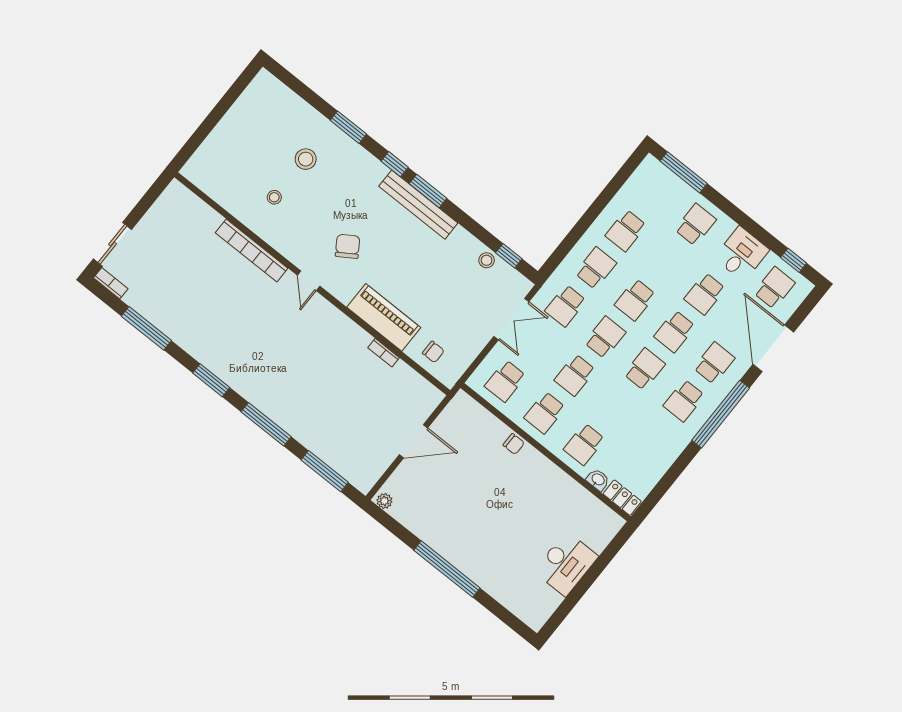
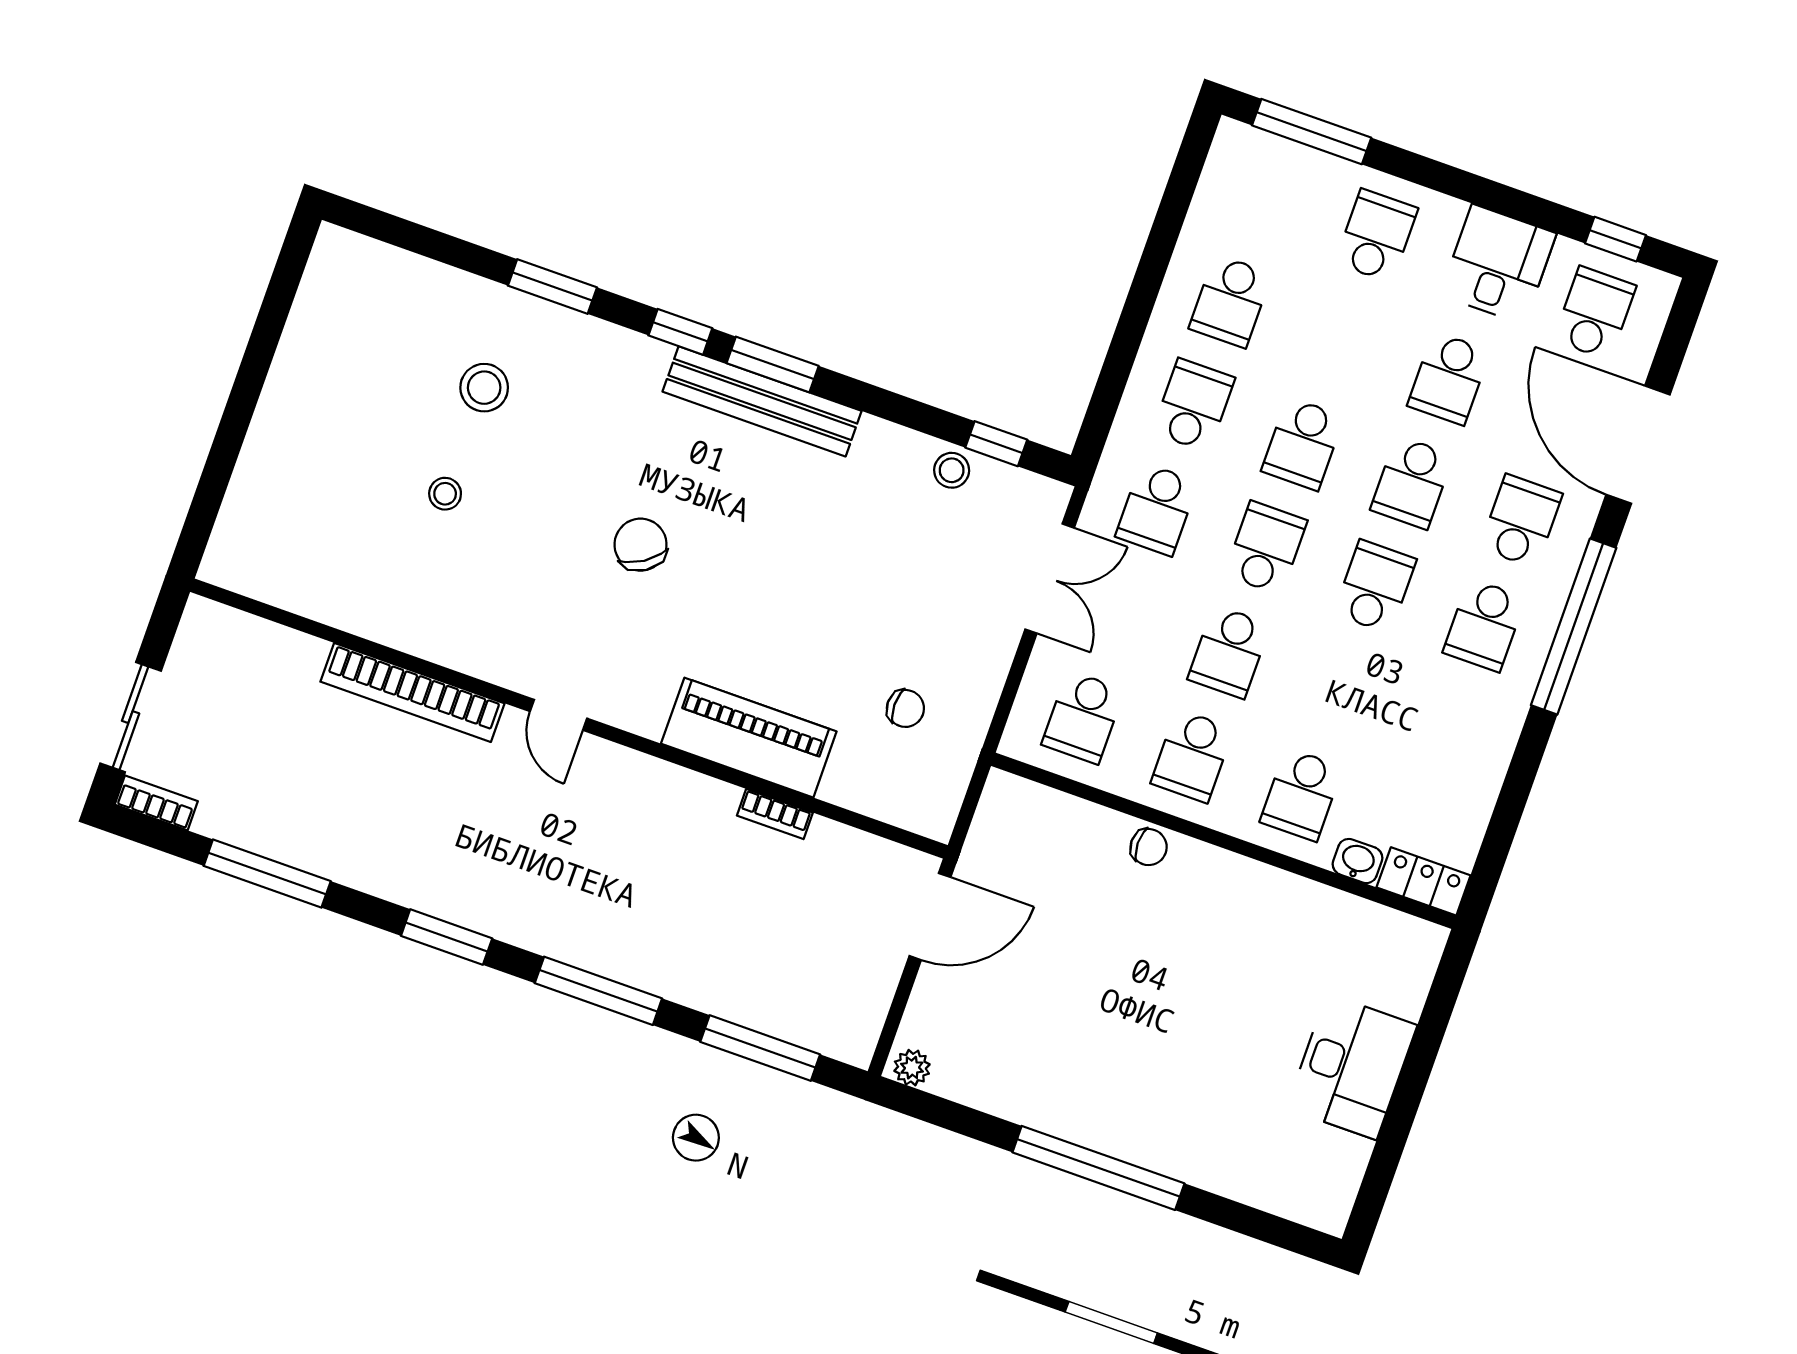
bookcase: (252, 250) -> (412, 692), moved
door: (309, 281) -> (558, 715), moved
wall: (312, 284) -> (569, 719), moved
piano: (384, 317) -> (749, 738), moved
bookcase: (384, 353) -> (775, 814), moved

